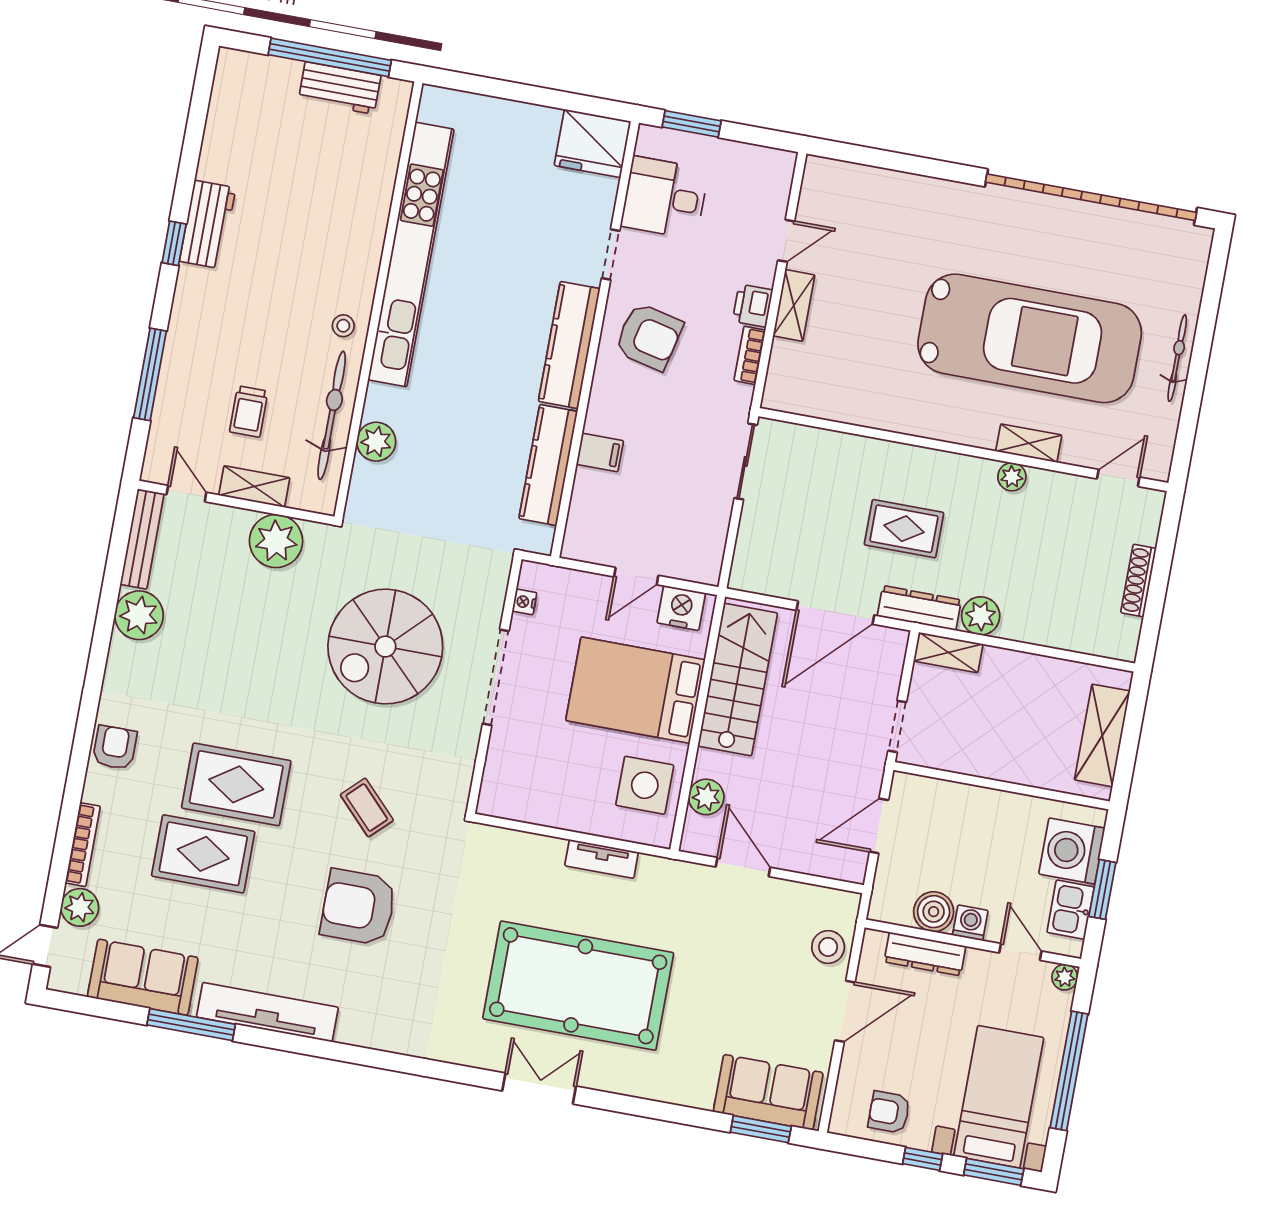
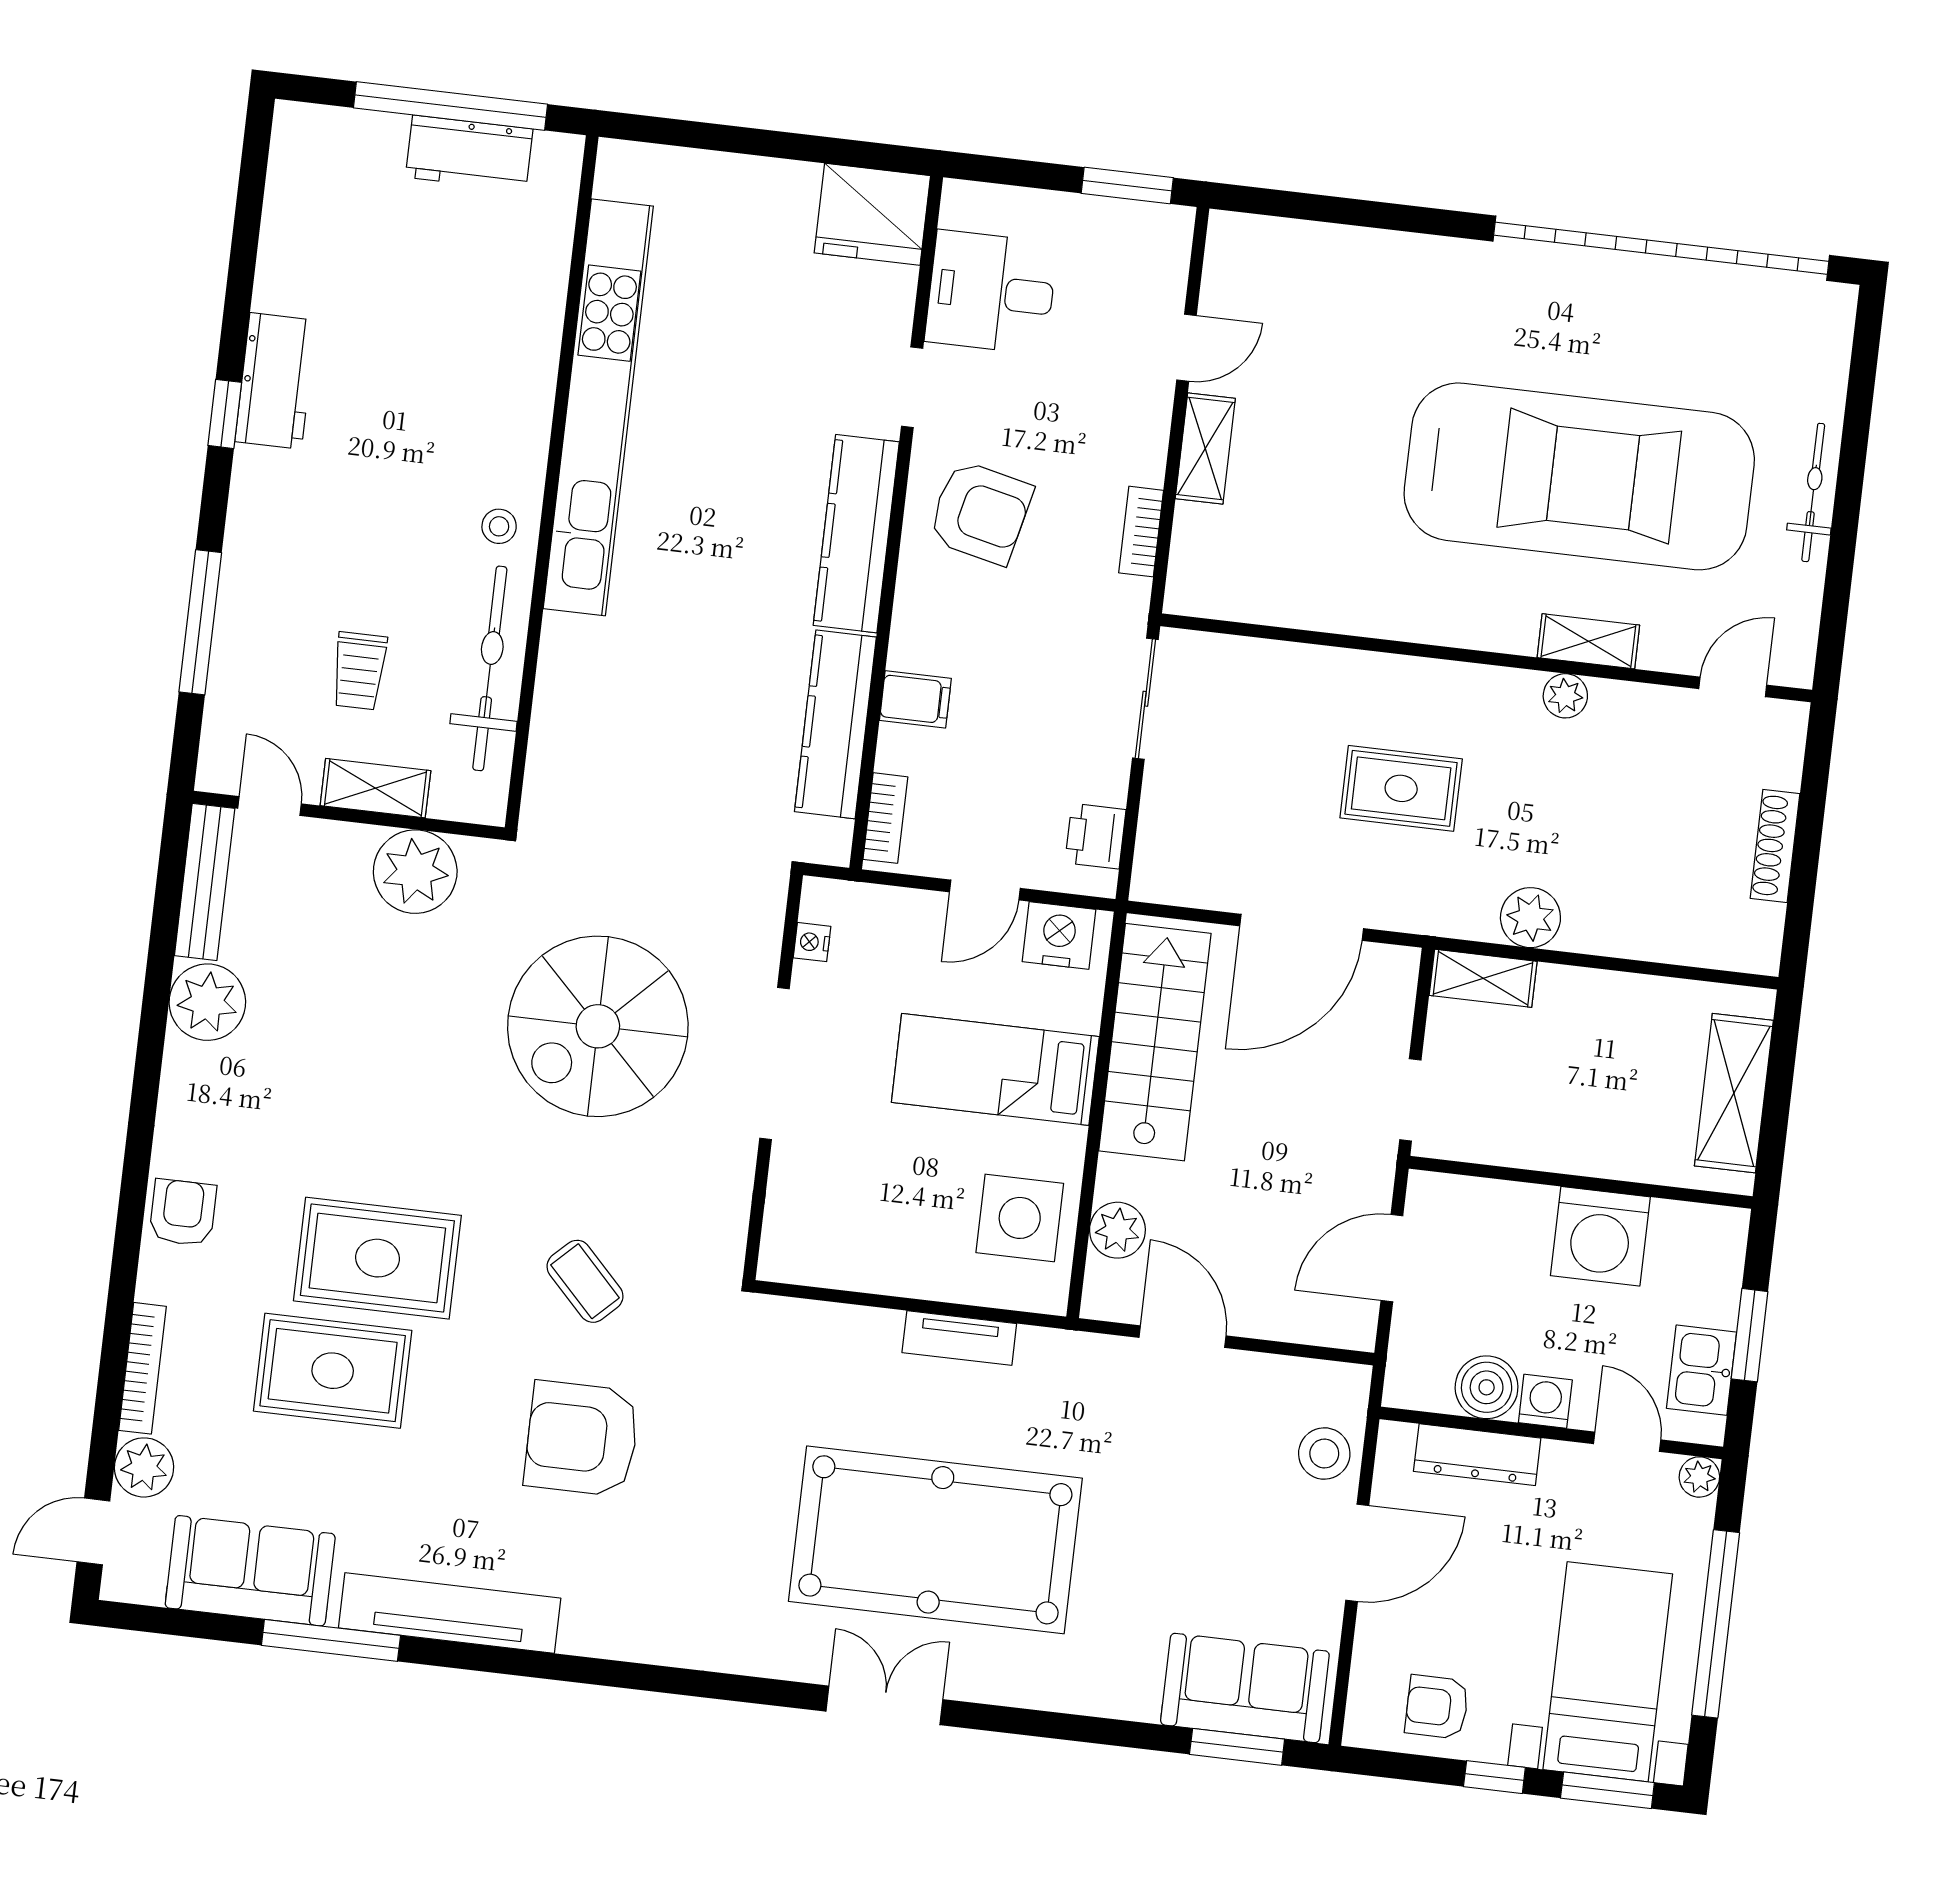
window: (692, 124) -> (1127, 186), moved
printer: (753, 306) -> (1095, 836), moved
plant: (376, 442) -> (563, 705), removed
bookcase: (576, 526) -> (885, 818), added
dresser: (919, 608) -> (1433, 912), removed
bed: (635, 690) -> (995, 1069), width x0.67
washing machine: (1072, 851) -> (1600, 1236), moved, turned -90

